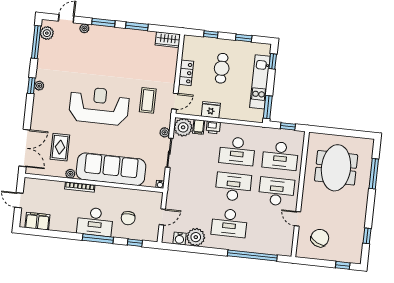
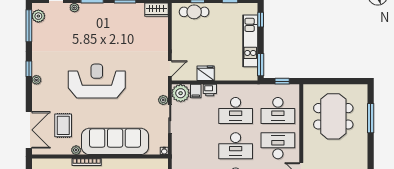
cafe table: (222, 68) -> (194, 12), moved, turned 90
locker: (186, 73) -> (178, 40), removed
plant: (39, 86) -> (36, 80), moved
coffee table: (148, 100) -> (143, 71), removed
desk: (233, 187) -> (236, 146), turned 180

